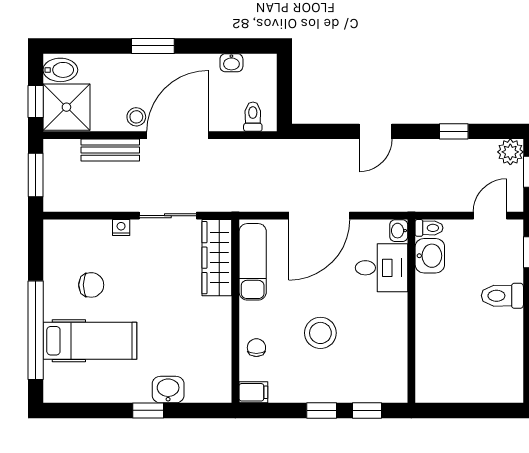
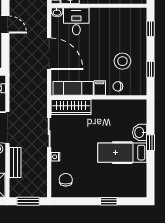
chair: (91, 285) -> (66, 180), moved
window: (36, 330) -> (109, 201), width x0.32
stool: (320, 333) -> (122, 61), moved
hospital bed: (90, 341) -> (122, 153), moved, turned -90
filing cabinet: (253, 392) -> (100, 88), moved
window: (322, 410) -> (151, 69), moved

